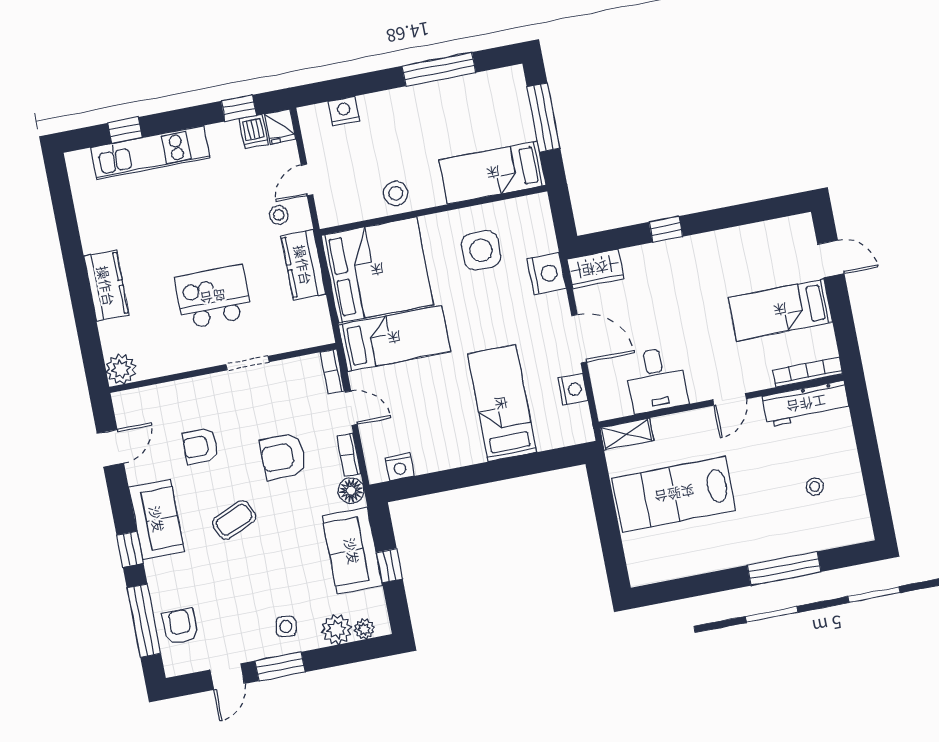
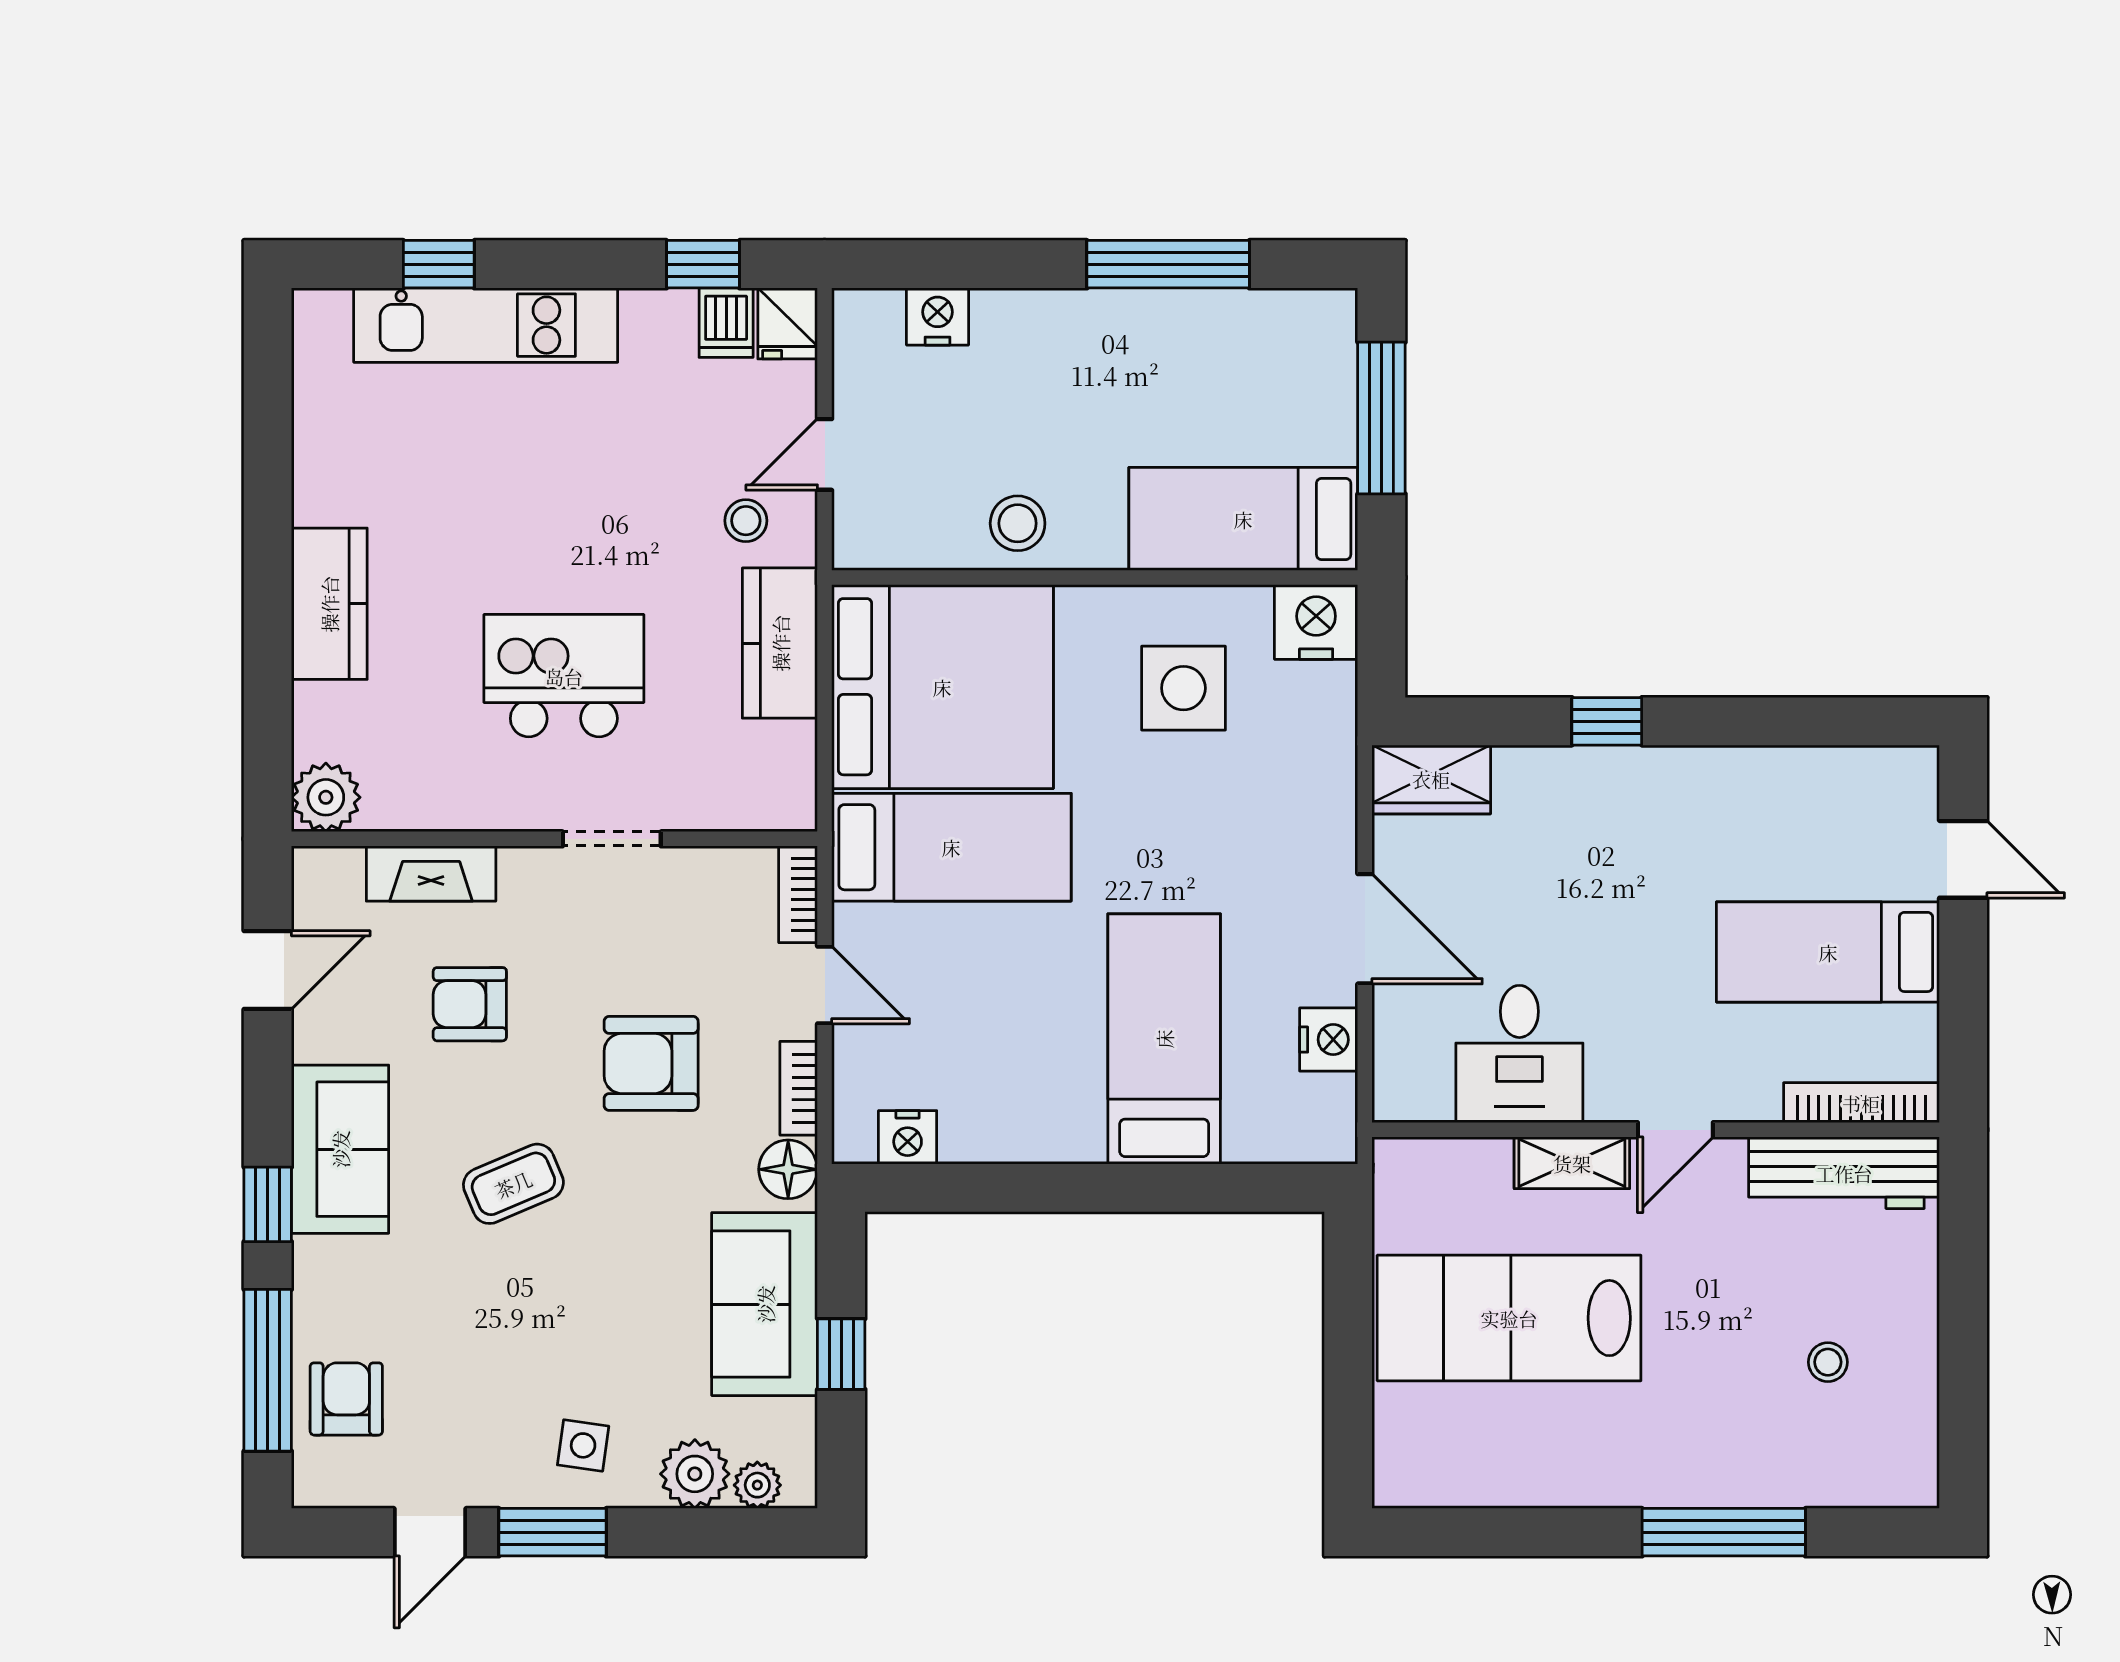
nightstand: (547, 274) -> (1316, 622), moved, turned -90
fireplace: (173, 393) -> (431, 874), added
shelving: (627, 434) -> (1572, 1163), moved

